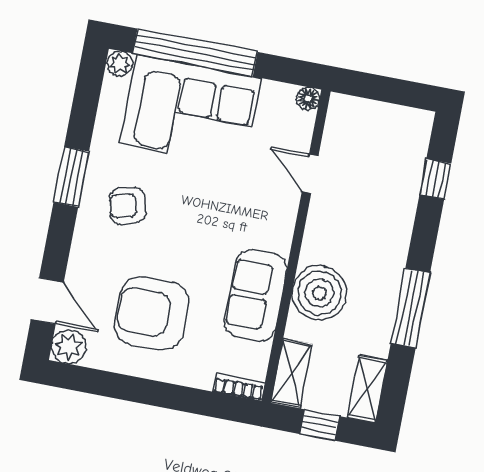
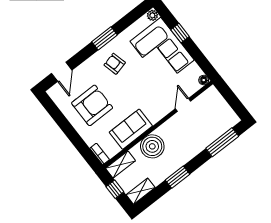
window: (195, 53) -> (180, 33), width x0.32
window: (435, 179) -> (222, 142), width x2.17
window: (410, 308) -> (178, 177), width x0.69
armchair: (152, 313) -> (92, 105), turned 90
plant: (69, 347) -> (56, 93), removed

